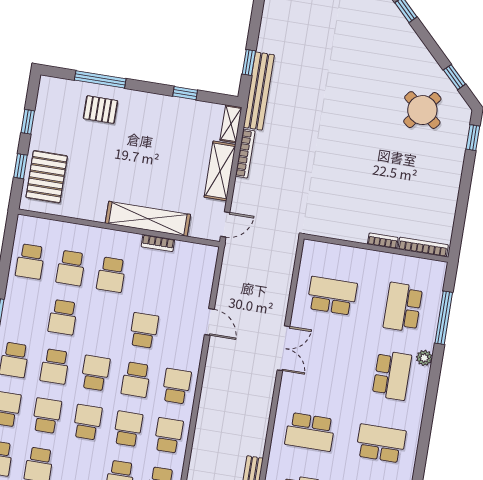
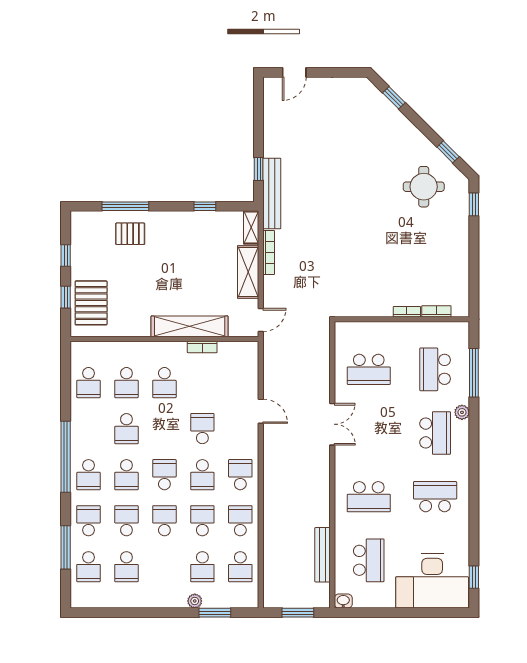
round table: (422, 110) -> (424, 187), turned -38
bookcase: (423, 247) -> (436, 311), width x0.64
school desk: (332, 296) -> (369, 369), turned 180

